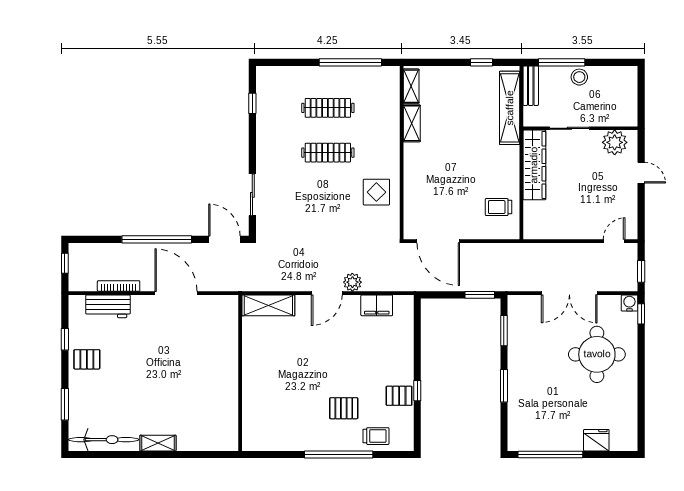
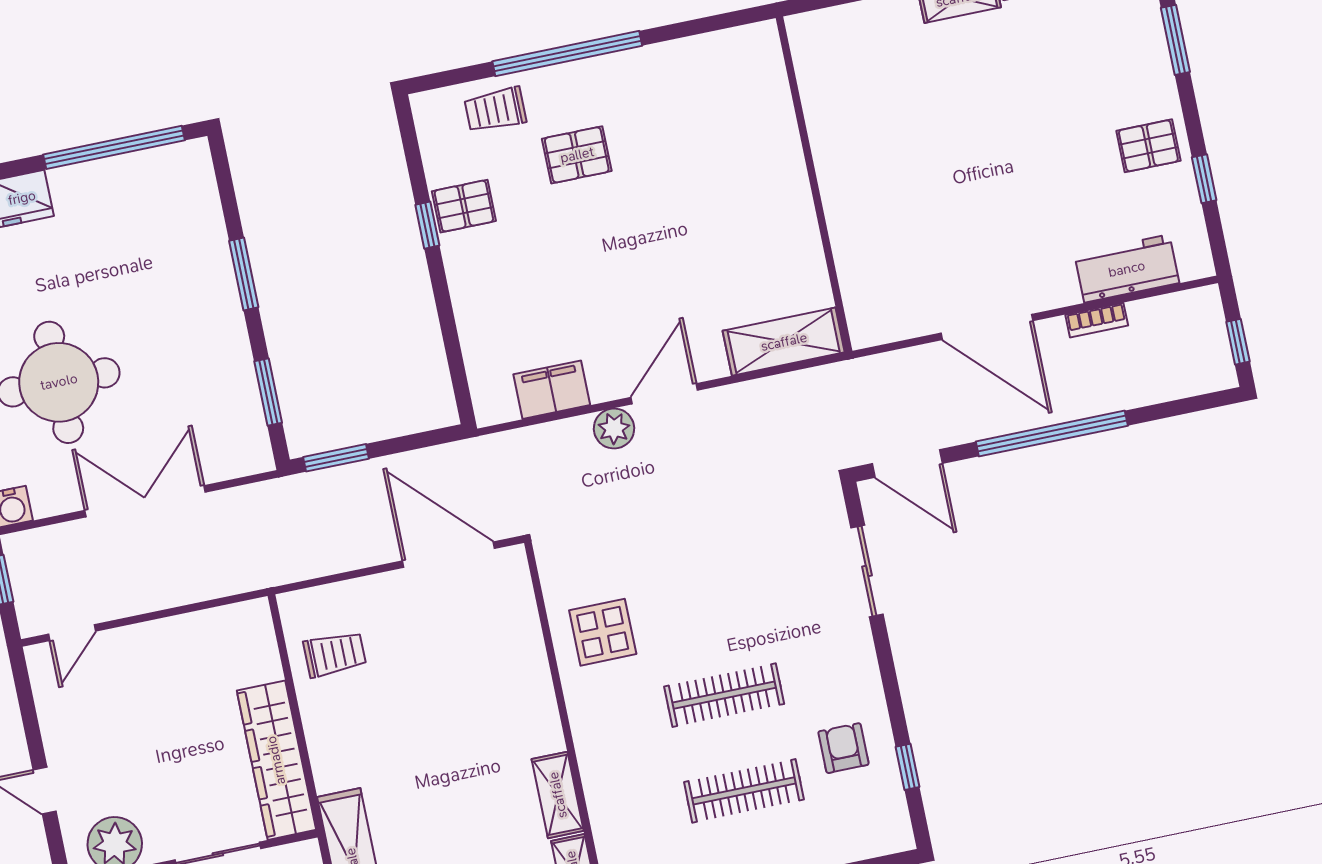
armchair: (279, 118) -> (843, 748), added
bookcase: (119, 286) -> (1097, 320), width x0.64

